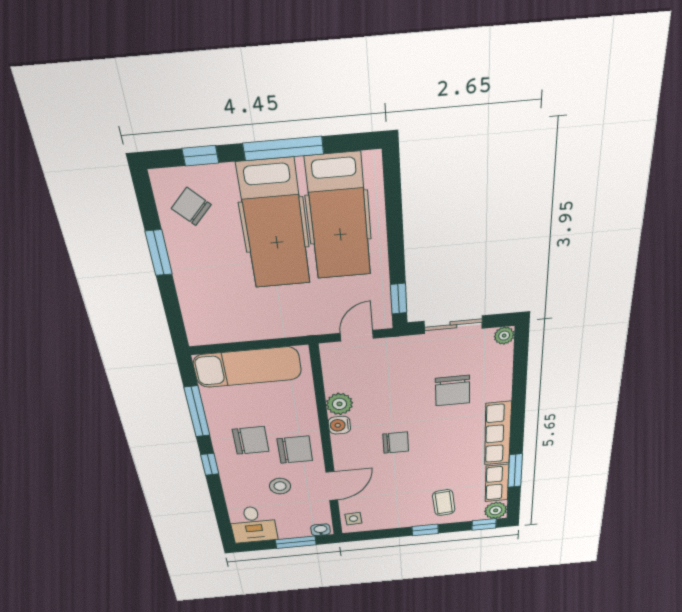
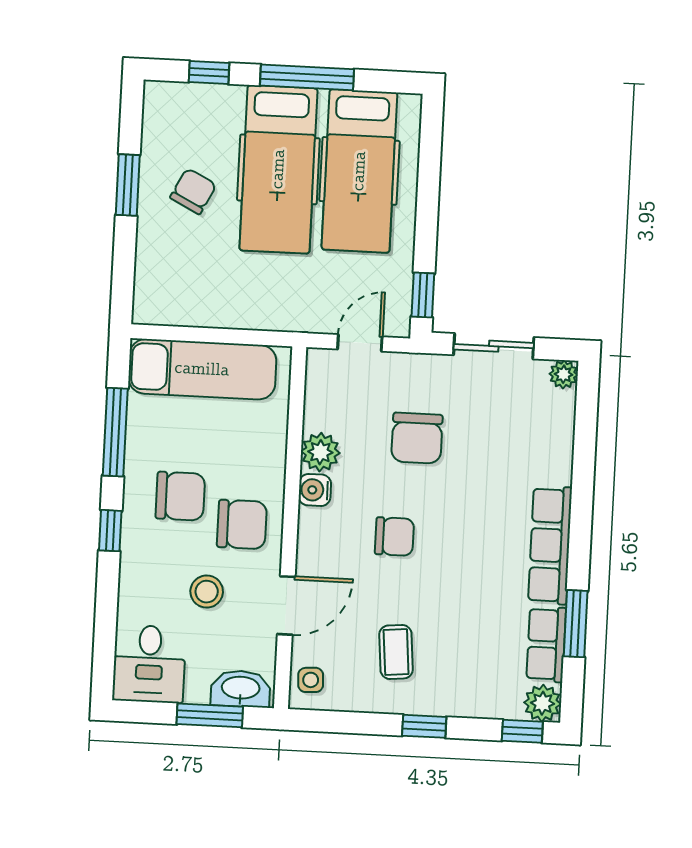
chair: (191, 207) -> (193, 191), moved, turned 73
chair: (453, 391) -> (417, 438), moved
coffee table: (444, 503) -> (396, 652), moved
washbasin: (321, 530) -> (241, 689), width x1.91, depth x1.45

